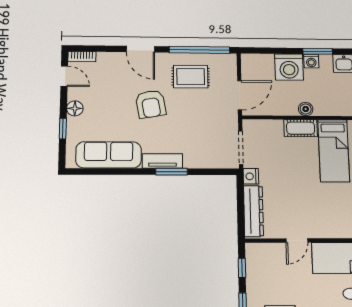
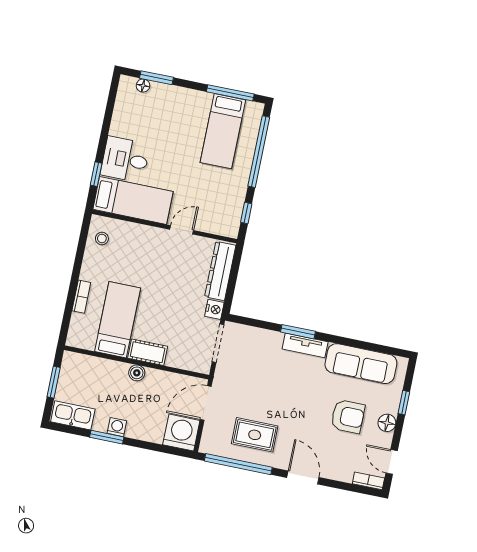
washing machine: (289, 67) -> (181, 433), moved
armchair: (151, 104) -> (348, 417), moved, turned 100

